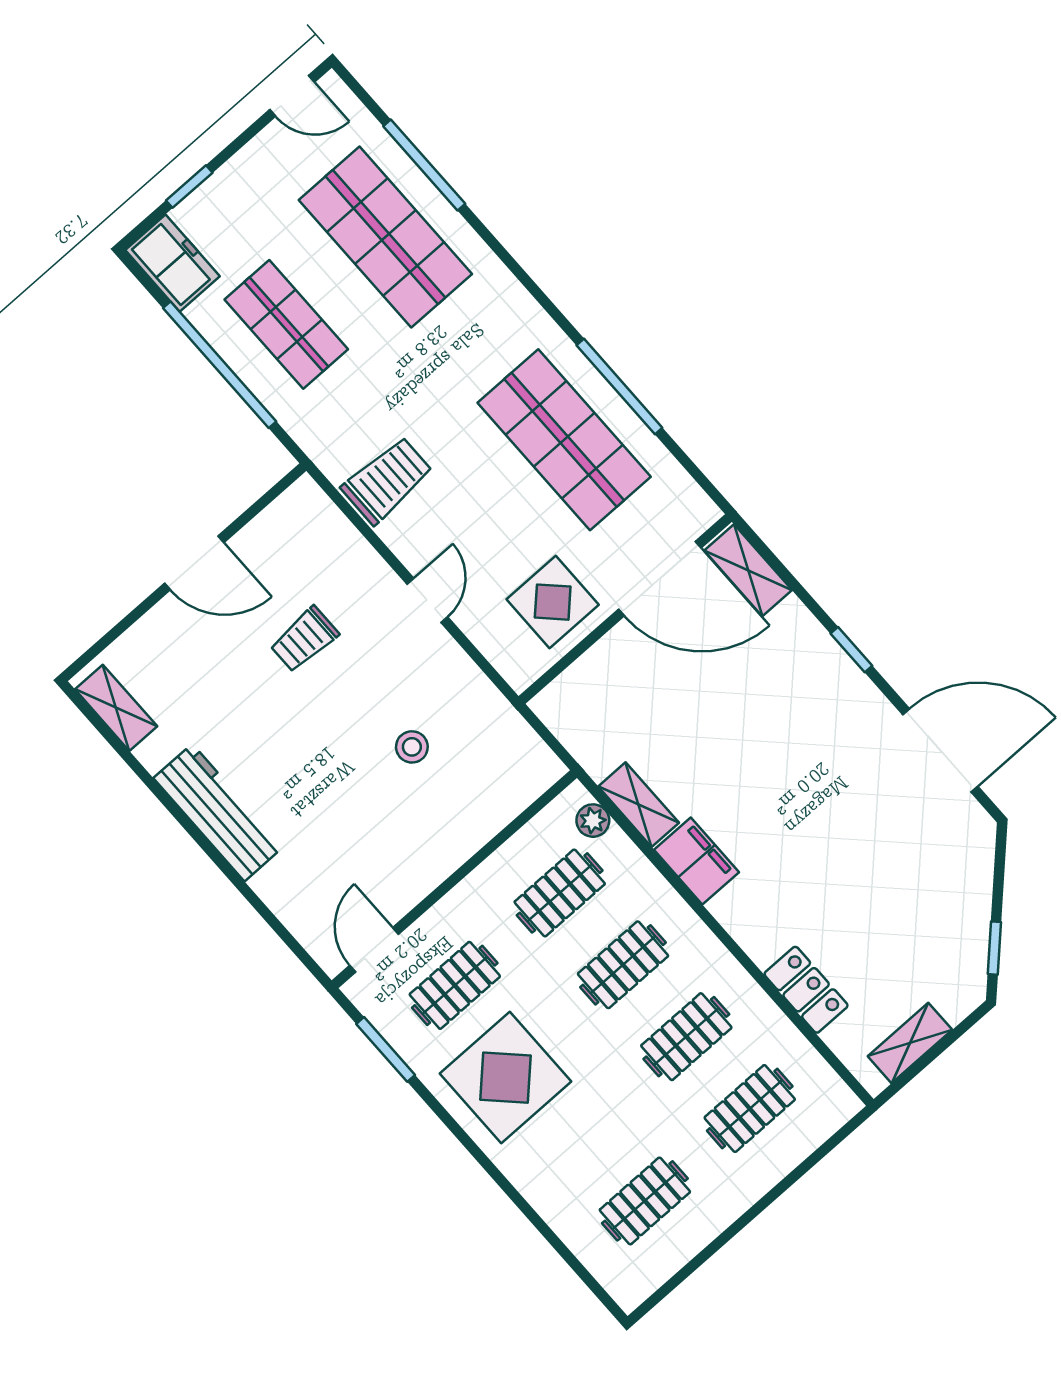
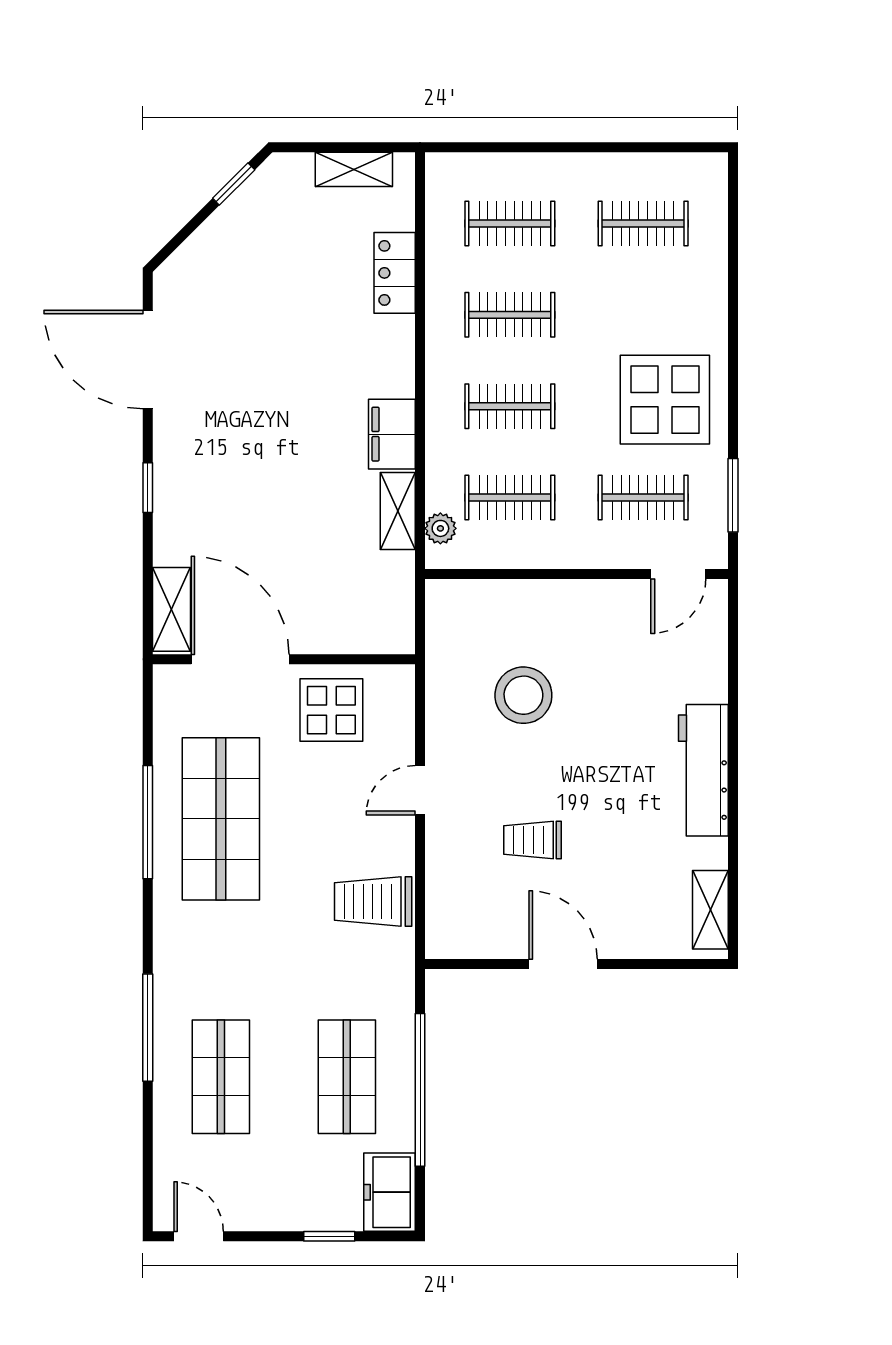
window: (424, 165) -> (148, 1028), moved
shop shelf: (385, 237) -> (221, 1077), width x0.70, depth x0.74
trolley: (304, 639) -> (532, 840), turned 180
stool: (412, 747) -> (523, 695), width x1.89, depth x1.89

